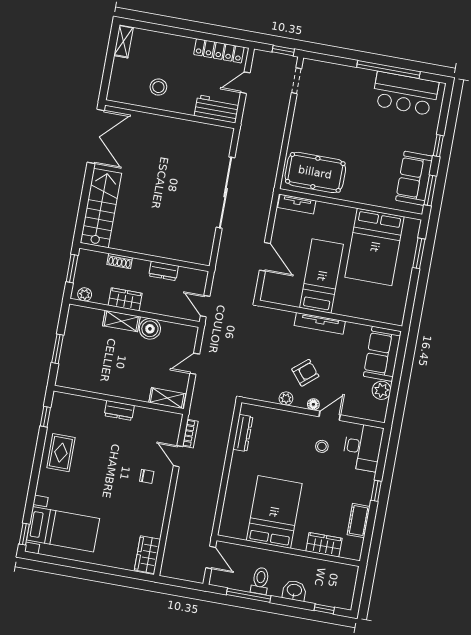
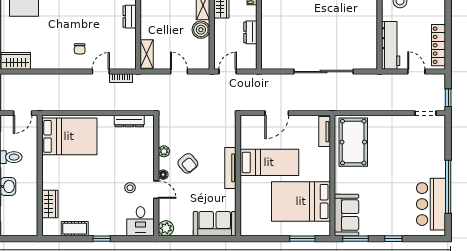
workbench: (217, 109) -> (391, 45), width x1.38
sofa: (414, 178) -> (347, 215), moved, turned 90
plant: (381, 390) -> (166, 228), moved
desk: (363, 447) -> (140, 221), width x0.73
bed: (274, 512) -> (69, 136), moved

